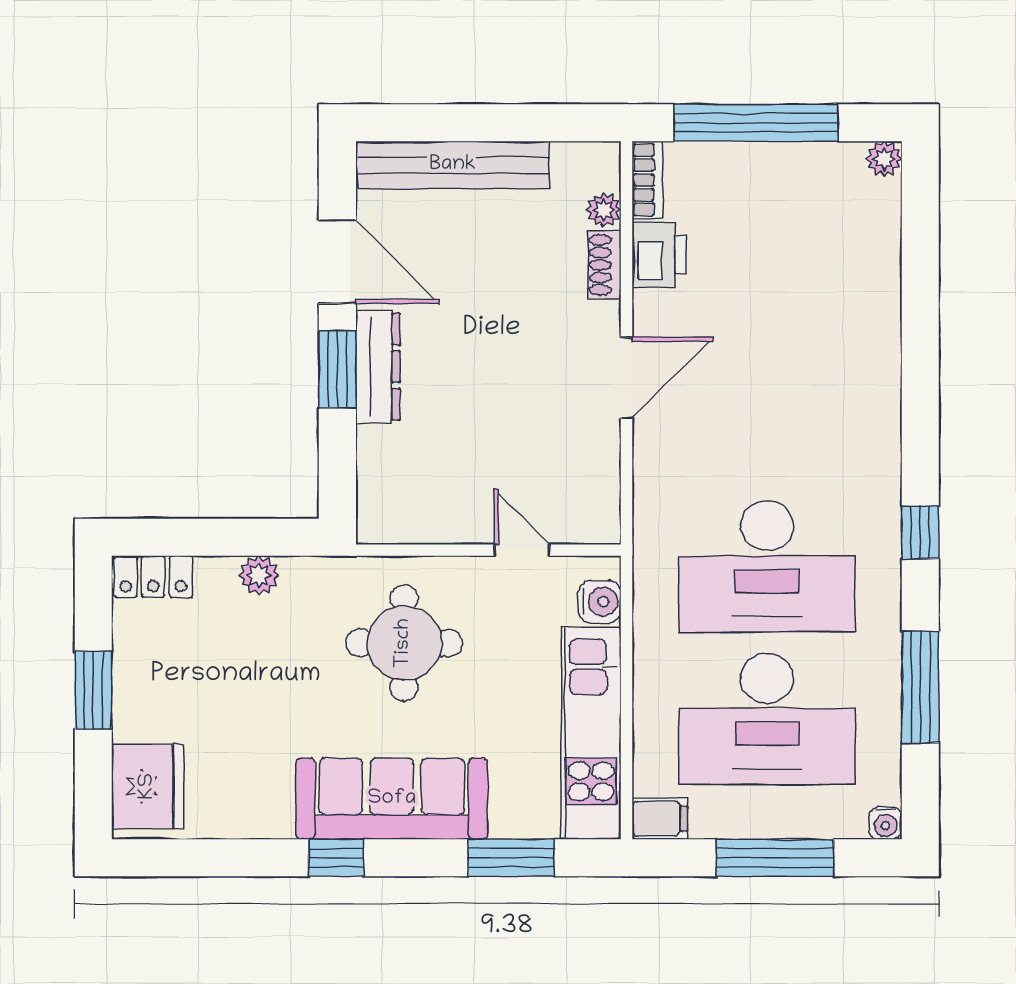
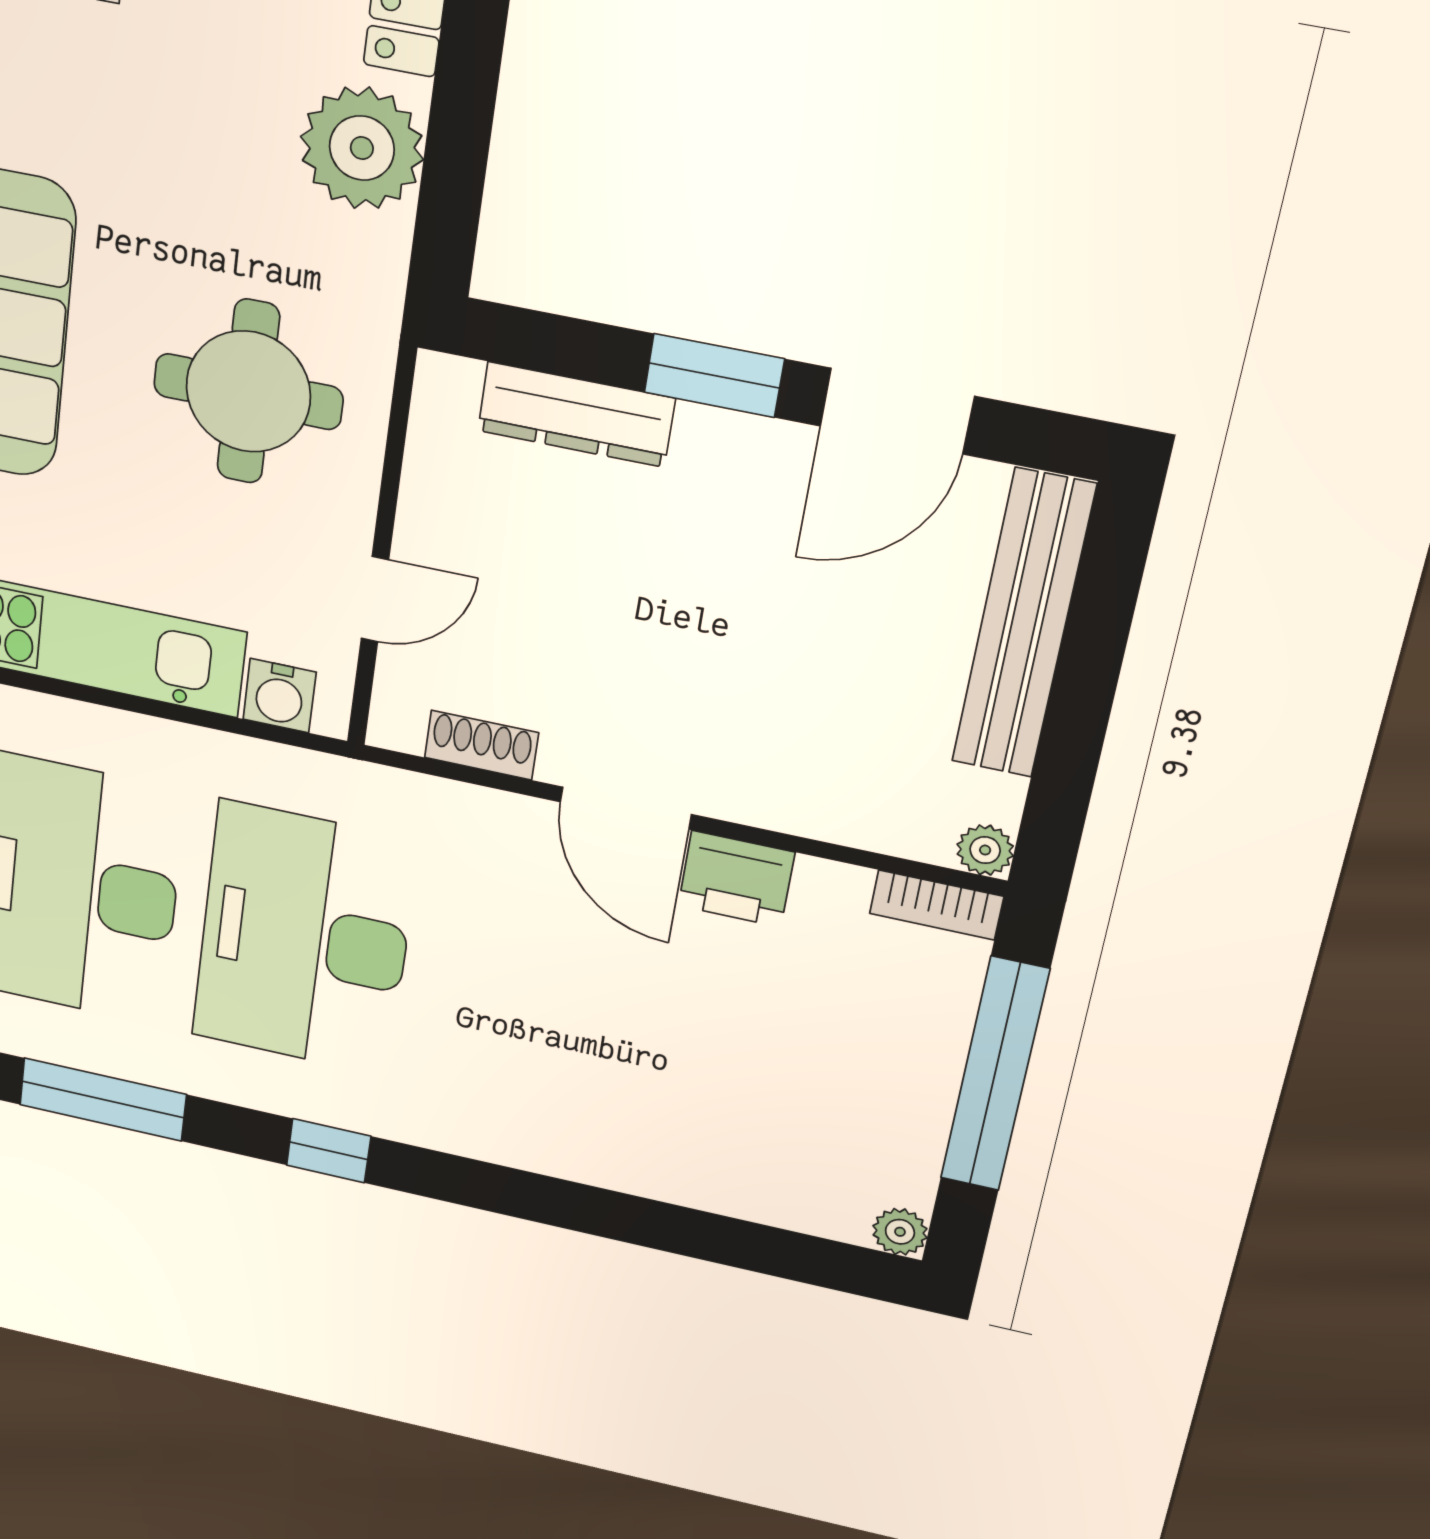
plant: (604, 210) -> (985, 850), moved
printer: (659, 255) -> (736, 879), moved
shoe rack: (604, 265) -> (482, 745), moved
dresser: (378, 367) -> (576, 414), moved
plant: (259, 575) -> (362, 148), width x1.88, depth x1.88

